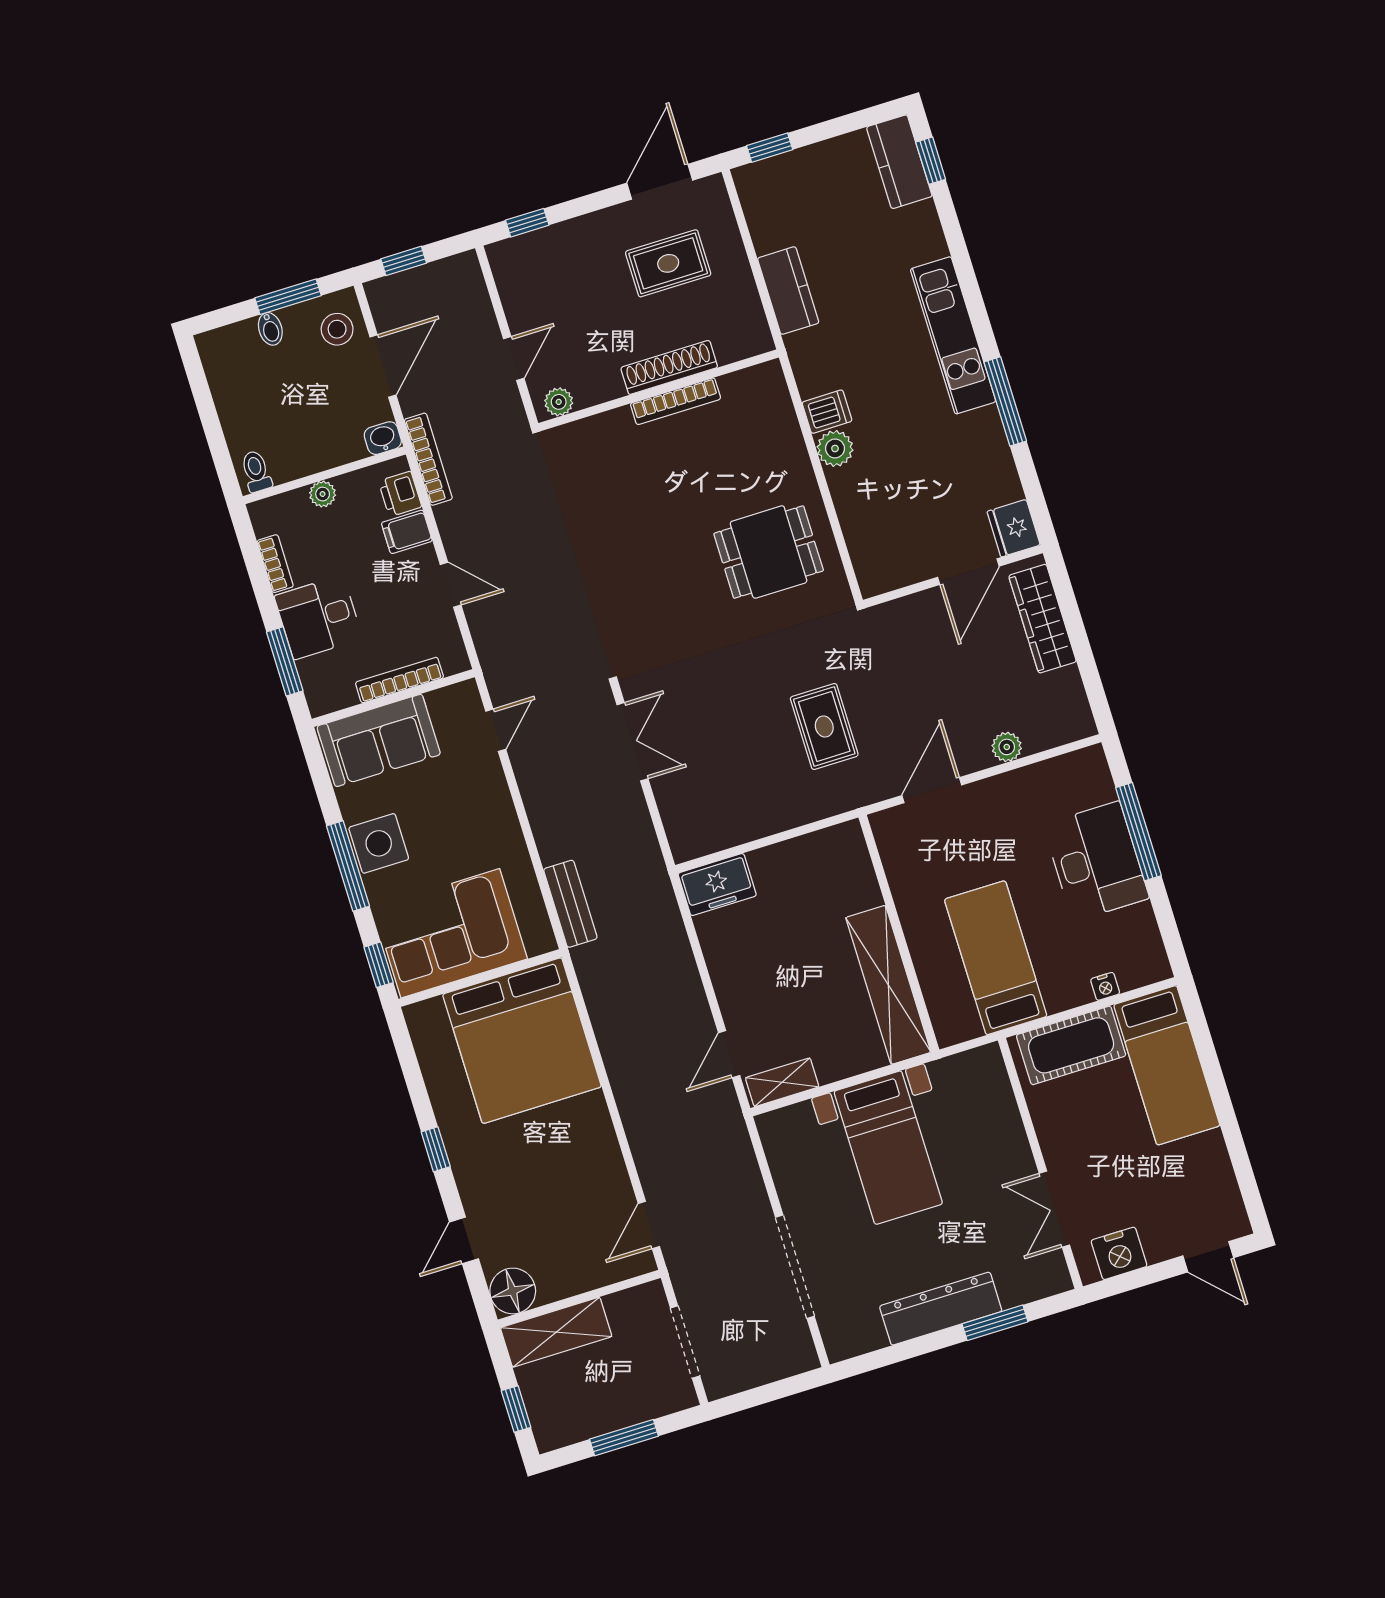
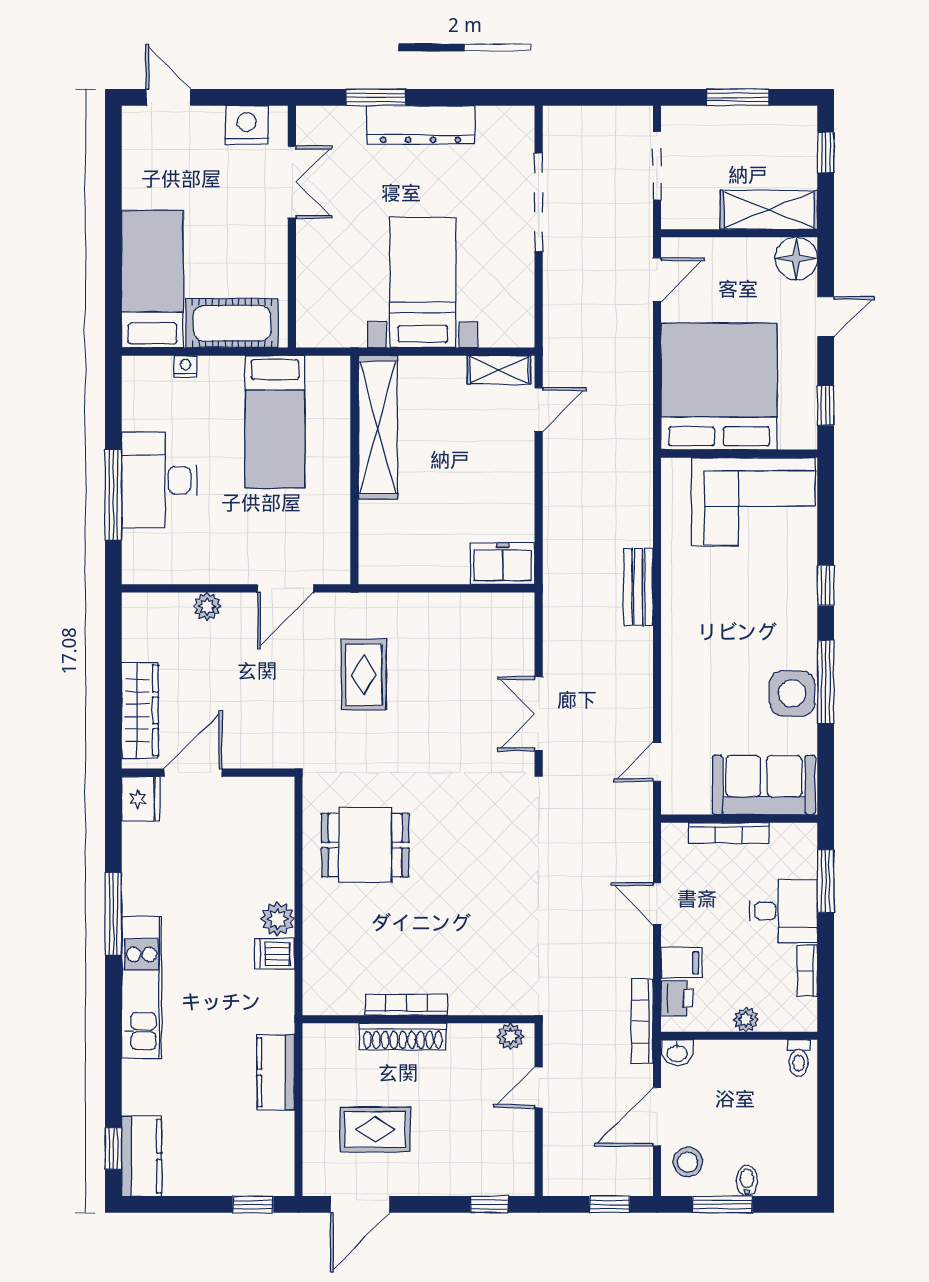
corner sofa: (450, 933) -> (753, 502), moved
wall: (480, 978) -> (739, 454), moved
bed: (522, 1041) -> (719, 386), moved

